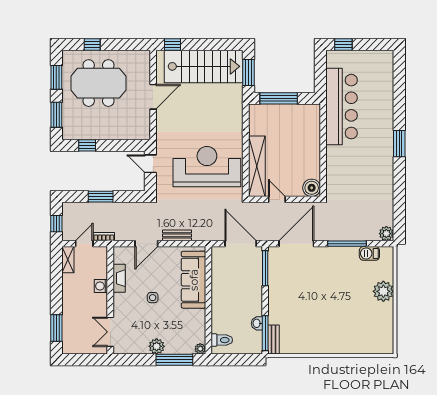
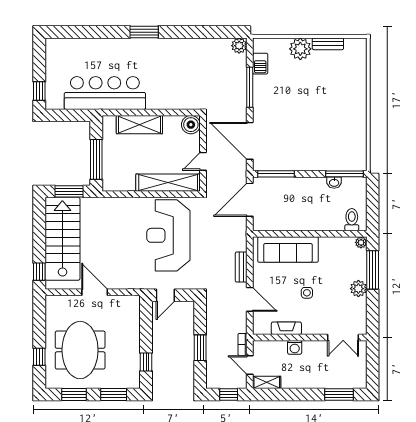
shelving: (312, 139) -> (139, 125), added
bench: (273, 340) -> (328, 44), moved

